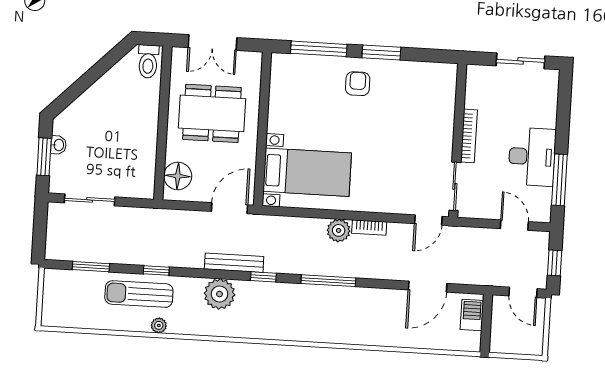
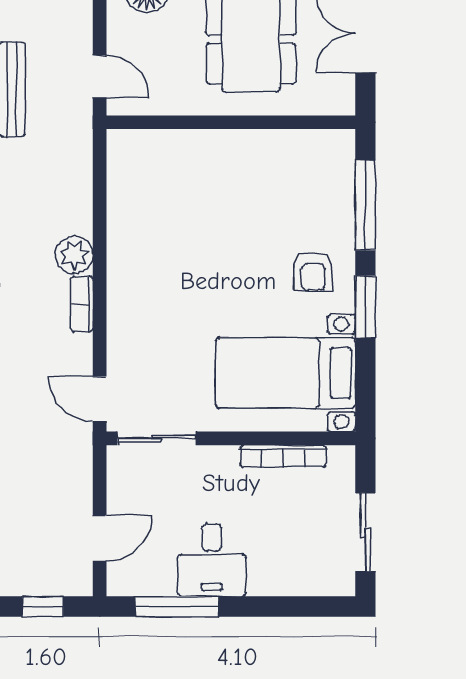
armchair: (358, 84) -> (313, 272), turned 90
bookcase: (469, 136) -> (283, 456), moved
desk: (532, 157) -> (212, 560), width x0.73
bed with nightstands: (307, 172) -> (286, 373), moved, turned 90
door: (229, 208) -> (100, 77), width x0.73

